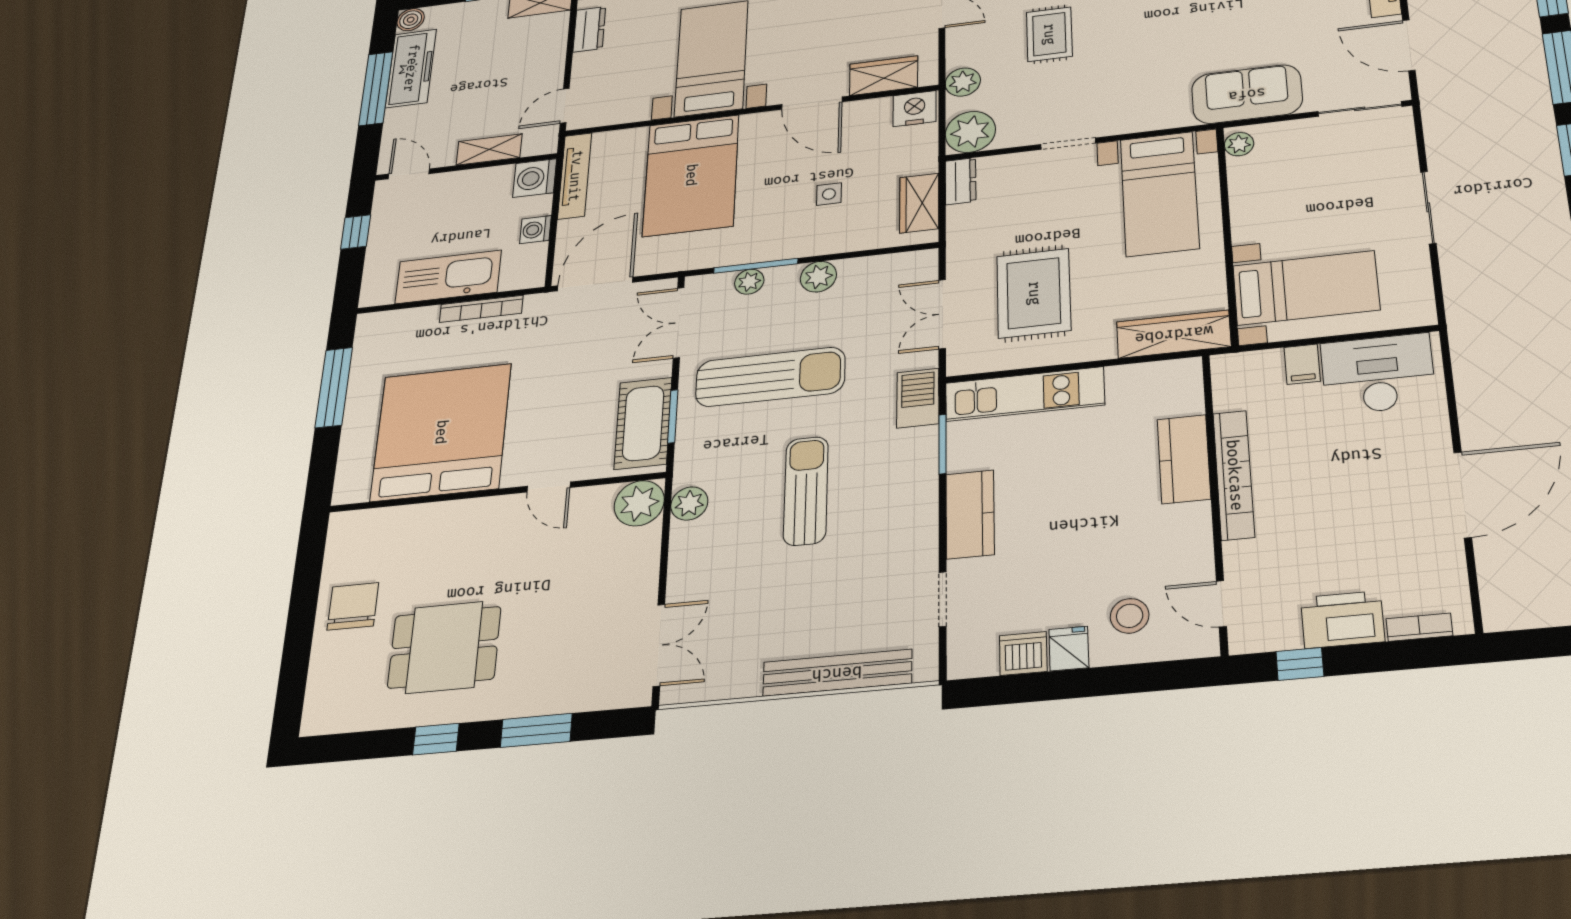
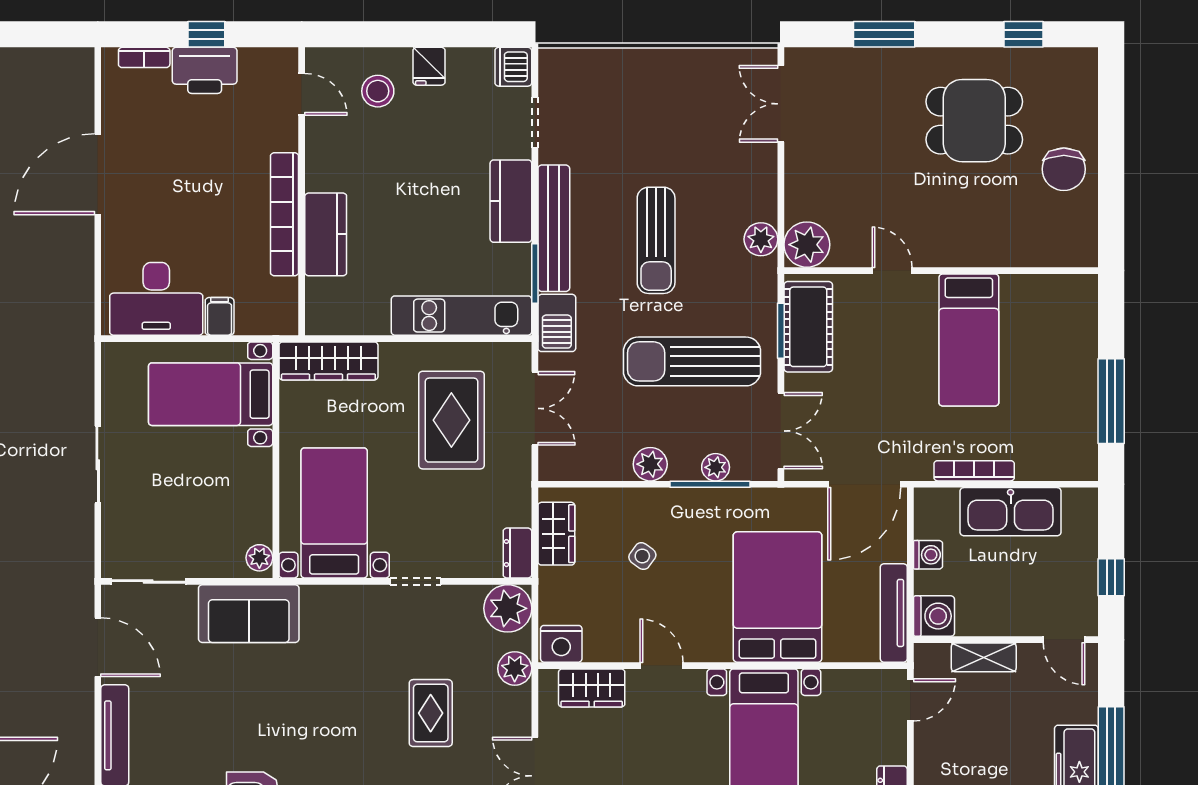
door: (812, 103) -> (662, 666), width x0.73
side table: (829, 194) -> (642, 556), turned 36
bed: (441, 432) -> (969, 340), width x0.49
dishwasher: (1023, 653) -> (513, 67), moved, turned 90
window: (1300, 664) -> (206, 34), moved
bench: (837, 673) -> (554, 228), moved, turned 90
window: (436, 739) -> (1024, 34), moved

